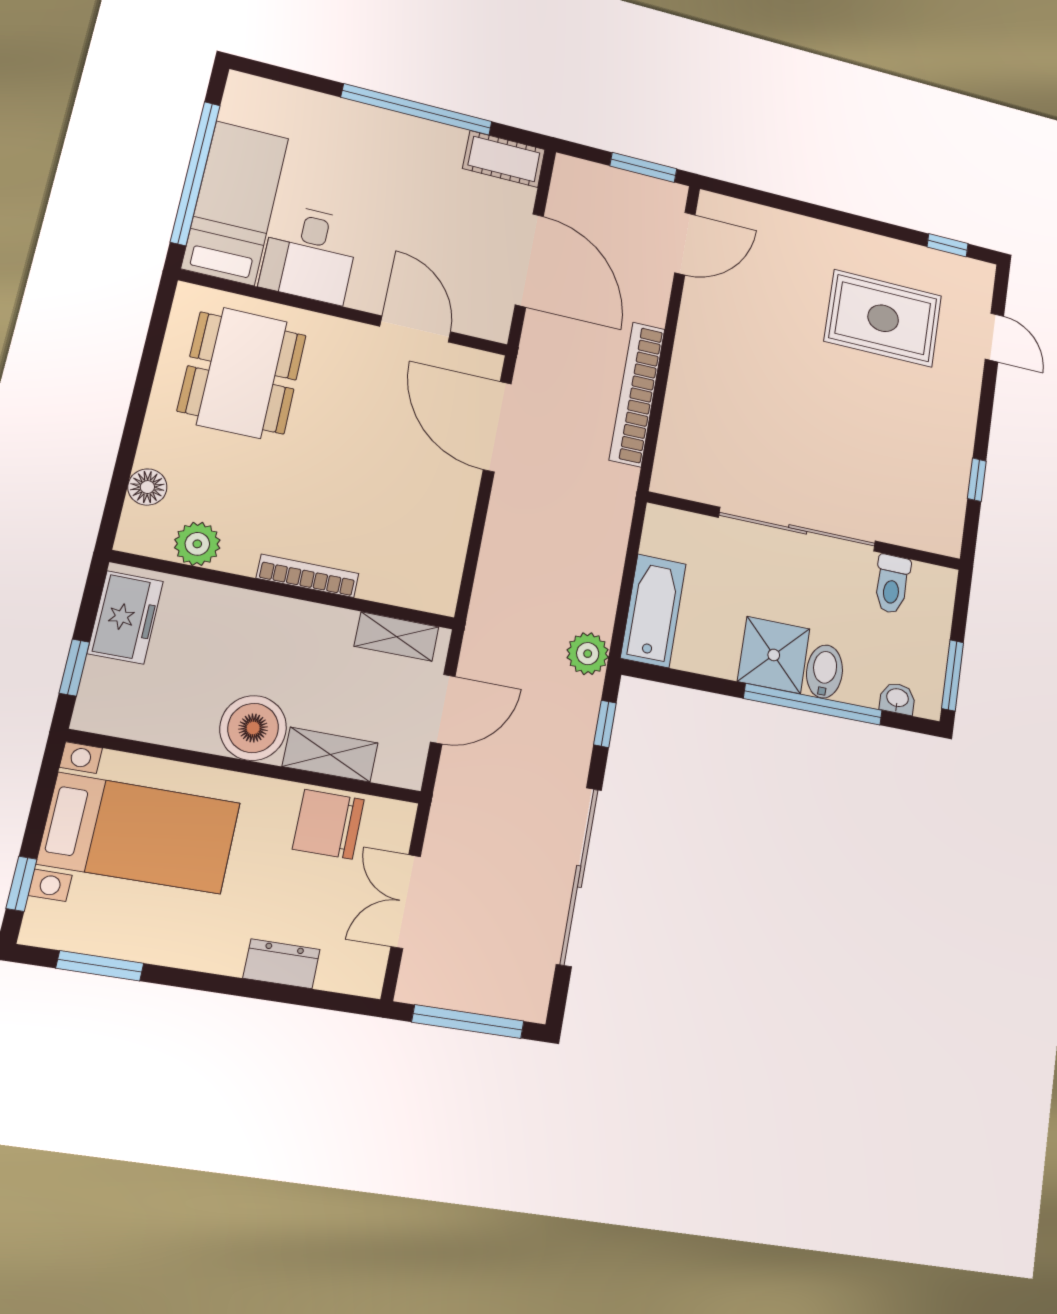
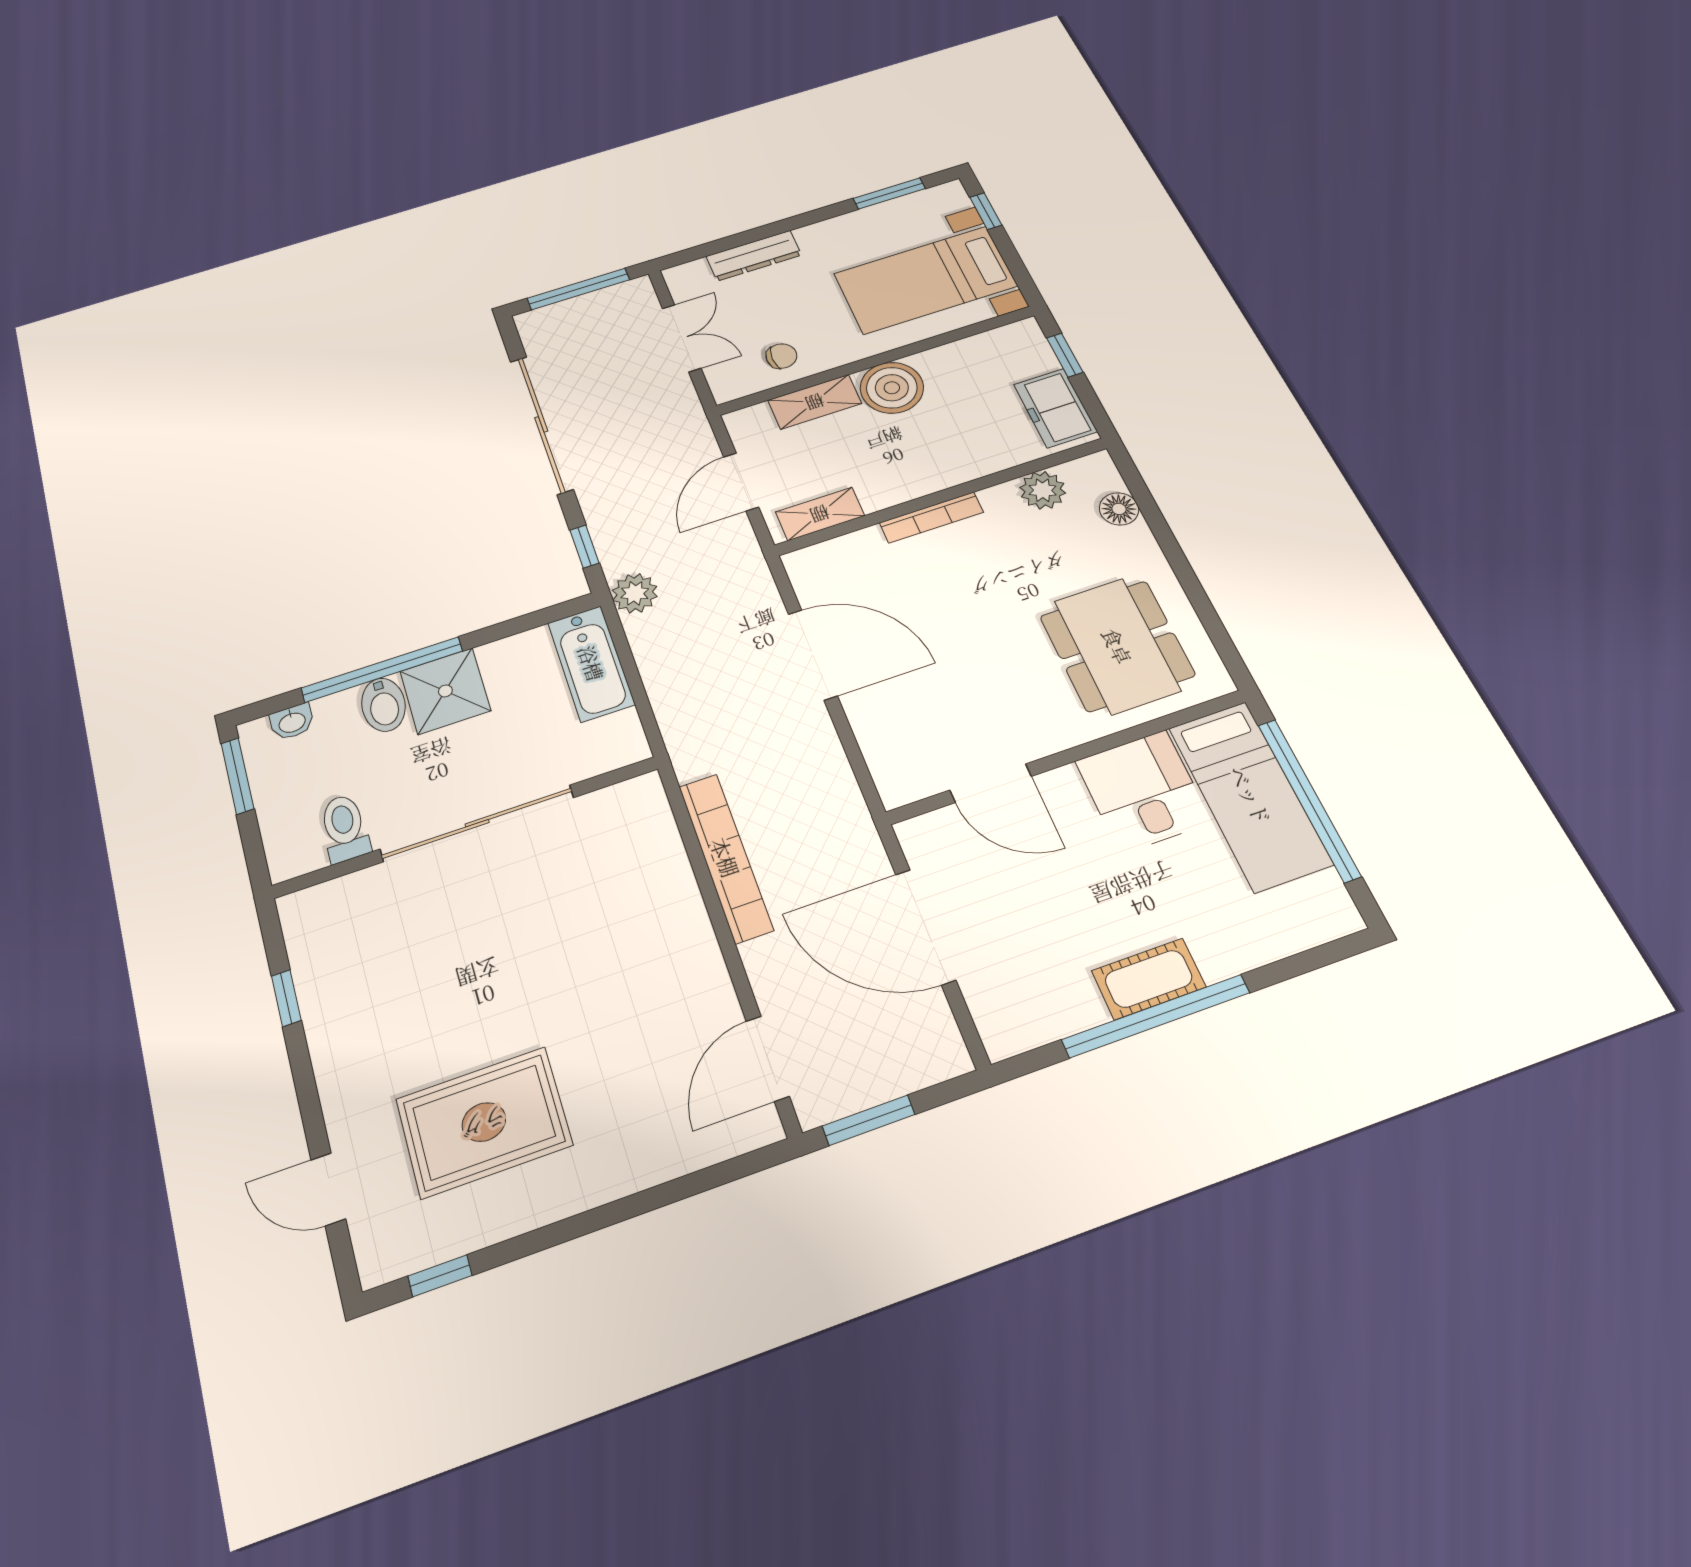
cot: (504, 159) -> (1149, 979), moved
door: (497, 427) -> (813, 655), moved
chair: (328, 824) -> (781, 356), width x0.54, depth x0.54
dresser: (281, 964) -> (754, 256), width x1.44

